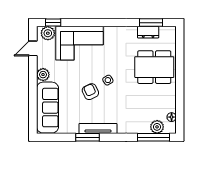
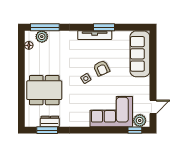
plant: (43, 75) -> (144, 83), removed

